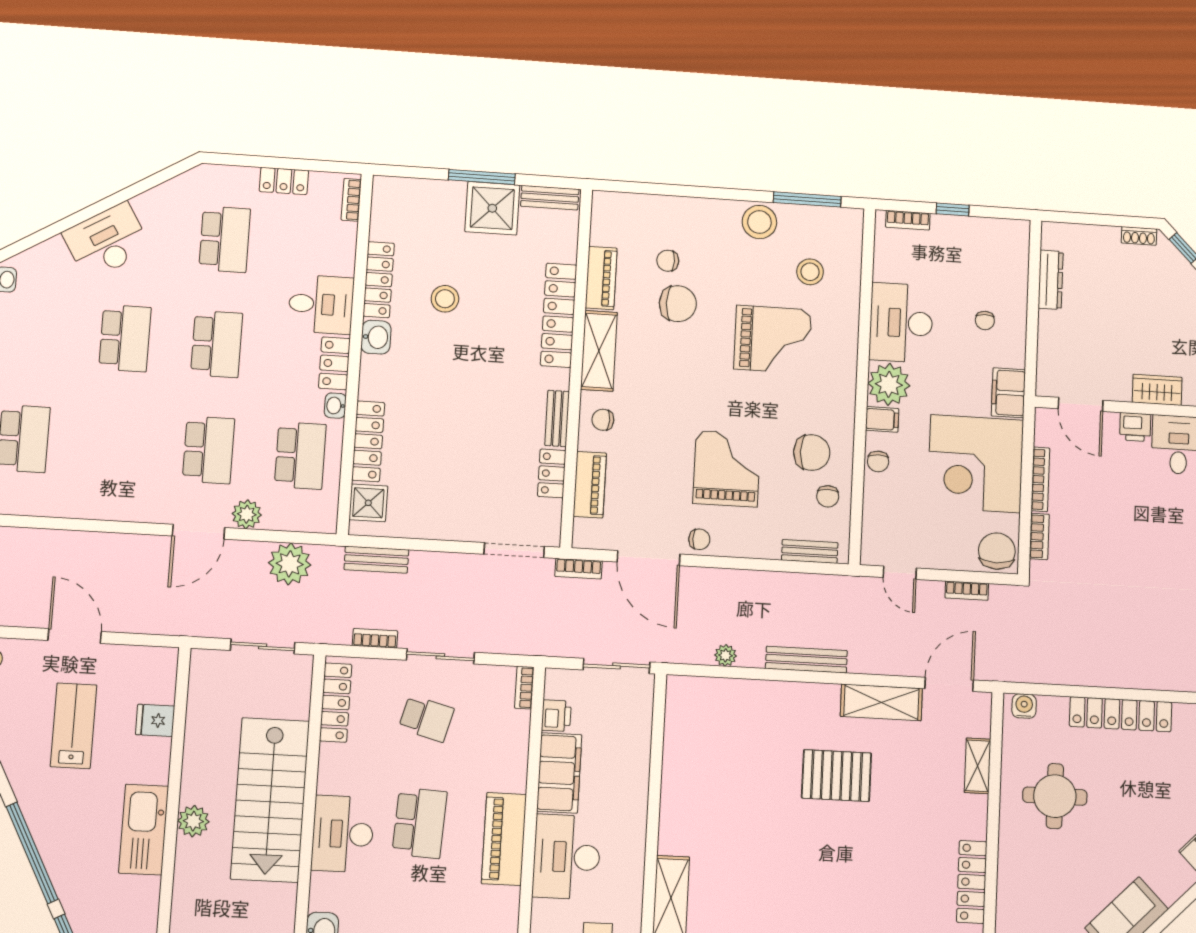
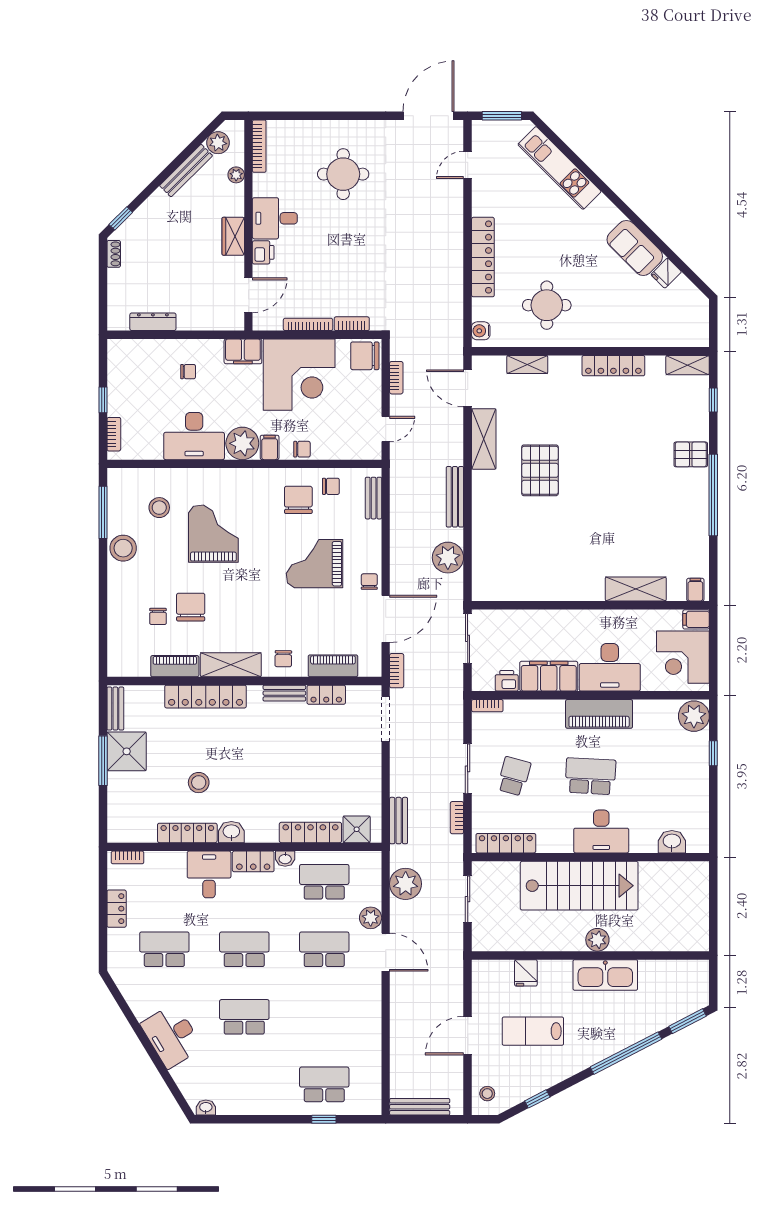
plant: (725, 655) -> (448, 558), width x1.87, depth x1.87

